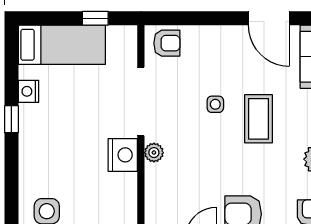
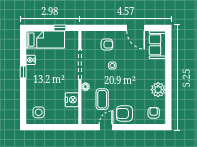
armchair: (167, 43) -> (107, 44), moved
coffee table: (258, 119) -> (102, 99), moved
nightstand: (123, 155) -> (72, 100), moved

